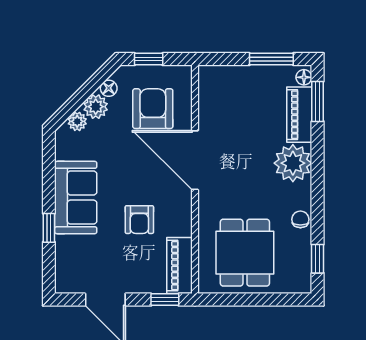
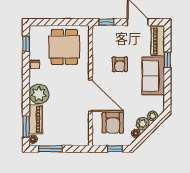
armchair: (139, 220) -> (120, 64), turned 180
piano: (180, 266) -> (158, 41), moved, turned 180

